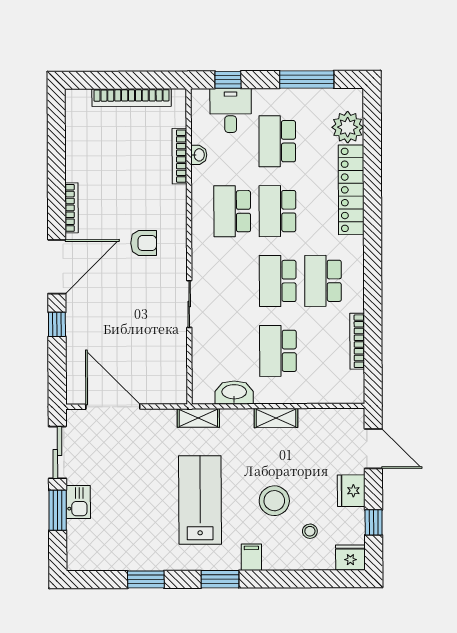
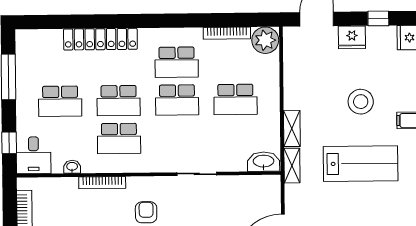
desk: (231, 110) -> (34, 155), moved, turned -90
plant: (348, 127) -> (265, 40), moved
bookcase: (179, 156) -> (102, 183), moved
washbasin: (234, 392) -> (264, 162), moved, turned 90
shelving: (276, 418) -> (292, 129), moved
lab bench: (200, 500) -> (361, 164), turned 180
stool: (310, 531) -> (386, 72), removed

